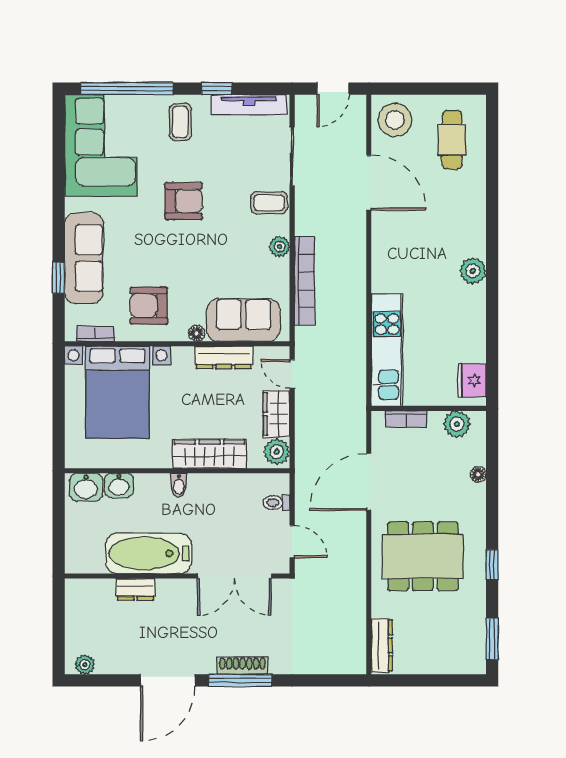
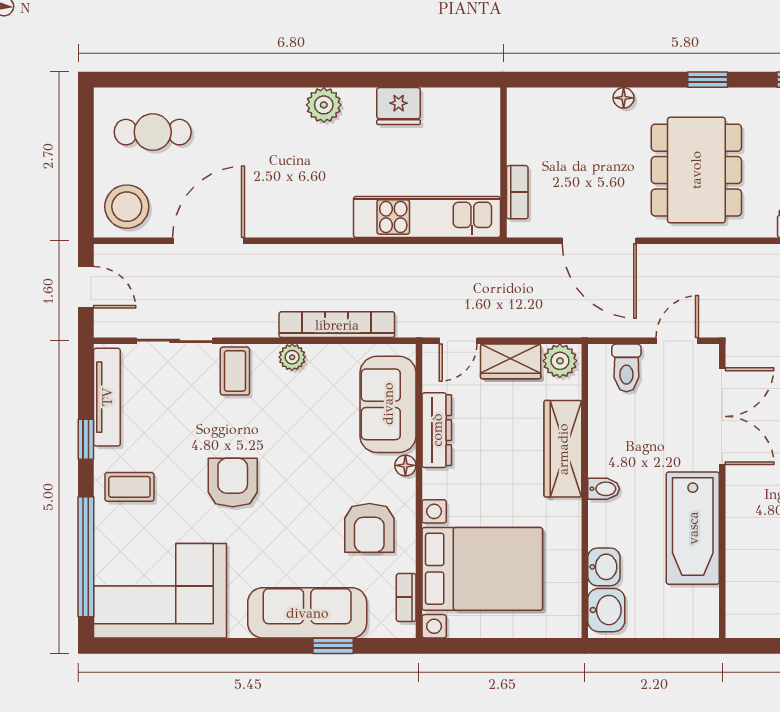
fridge: (472, 380) -> (399, 106), moved
plant: (457, 424) -> (524, 126), removed
floor lamp: (478, 474) -> (624, 98), moved
toilet: (277, 503) -> (626, 368), width x1.37, depth x1.39
dresser: (135, 589) -> (740, 545), removed

